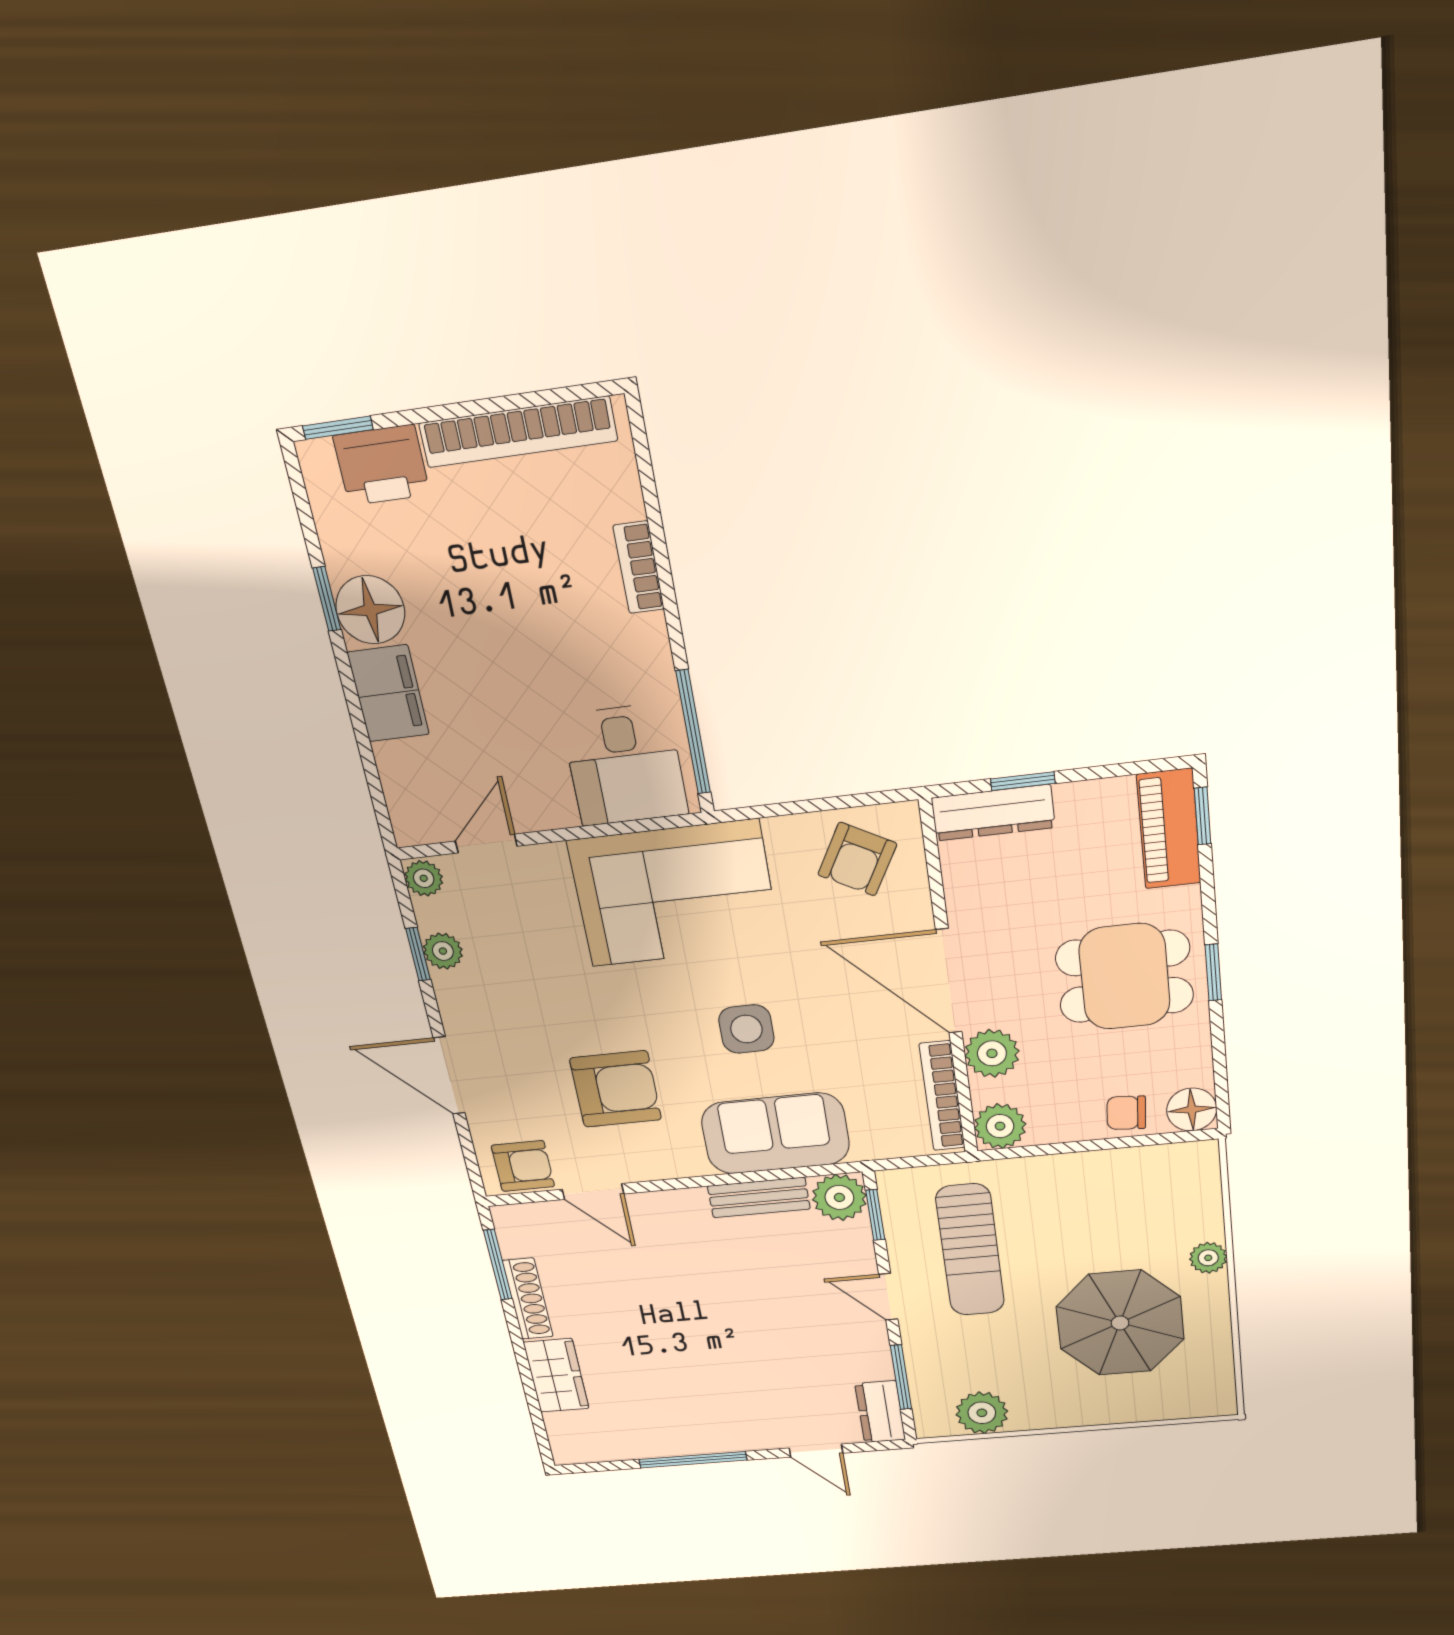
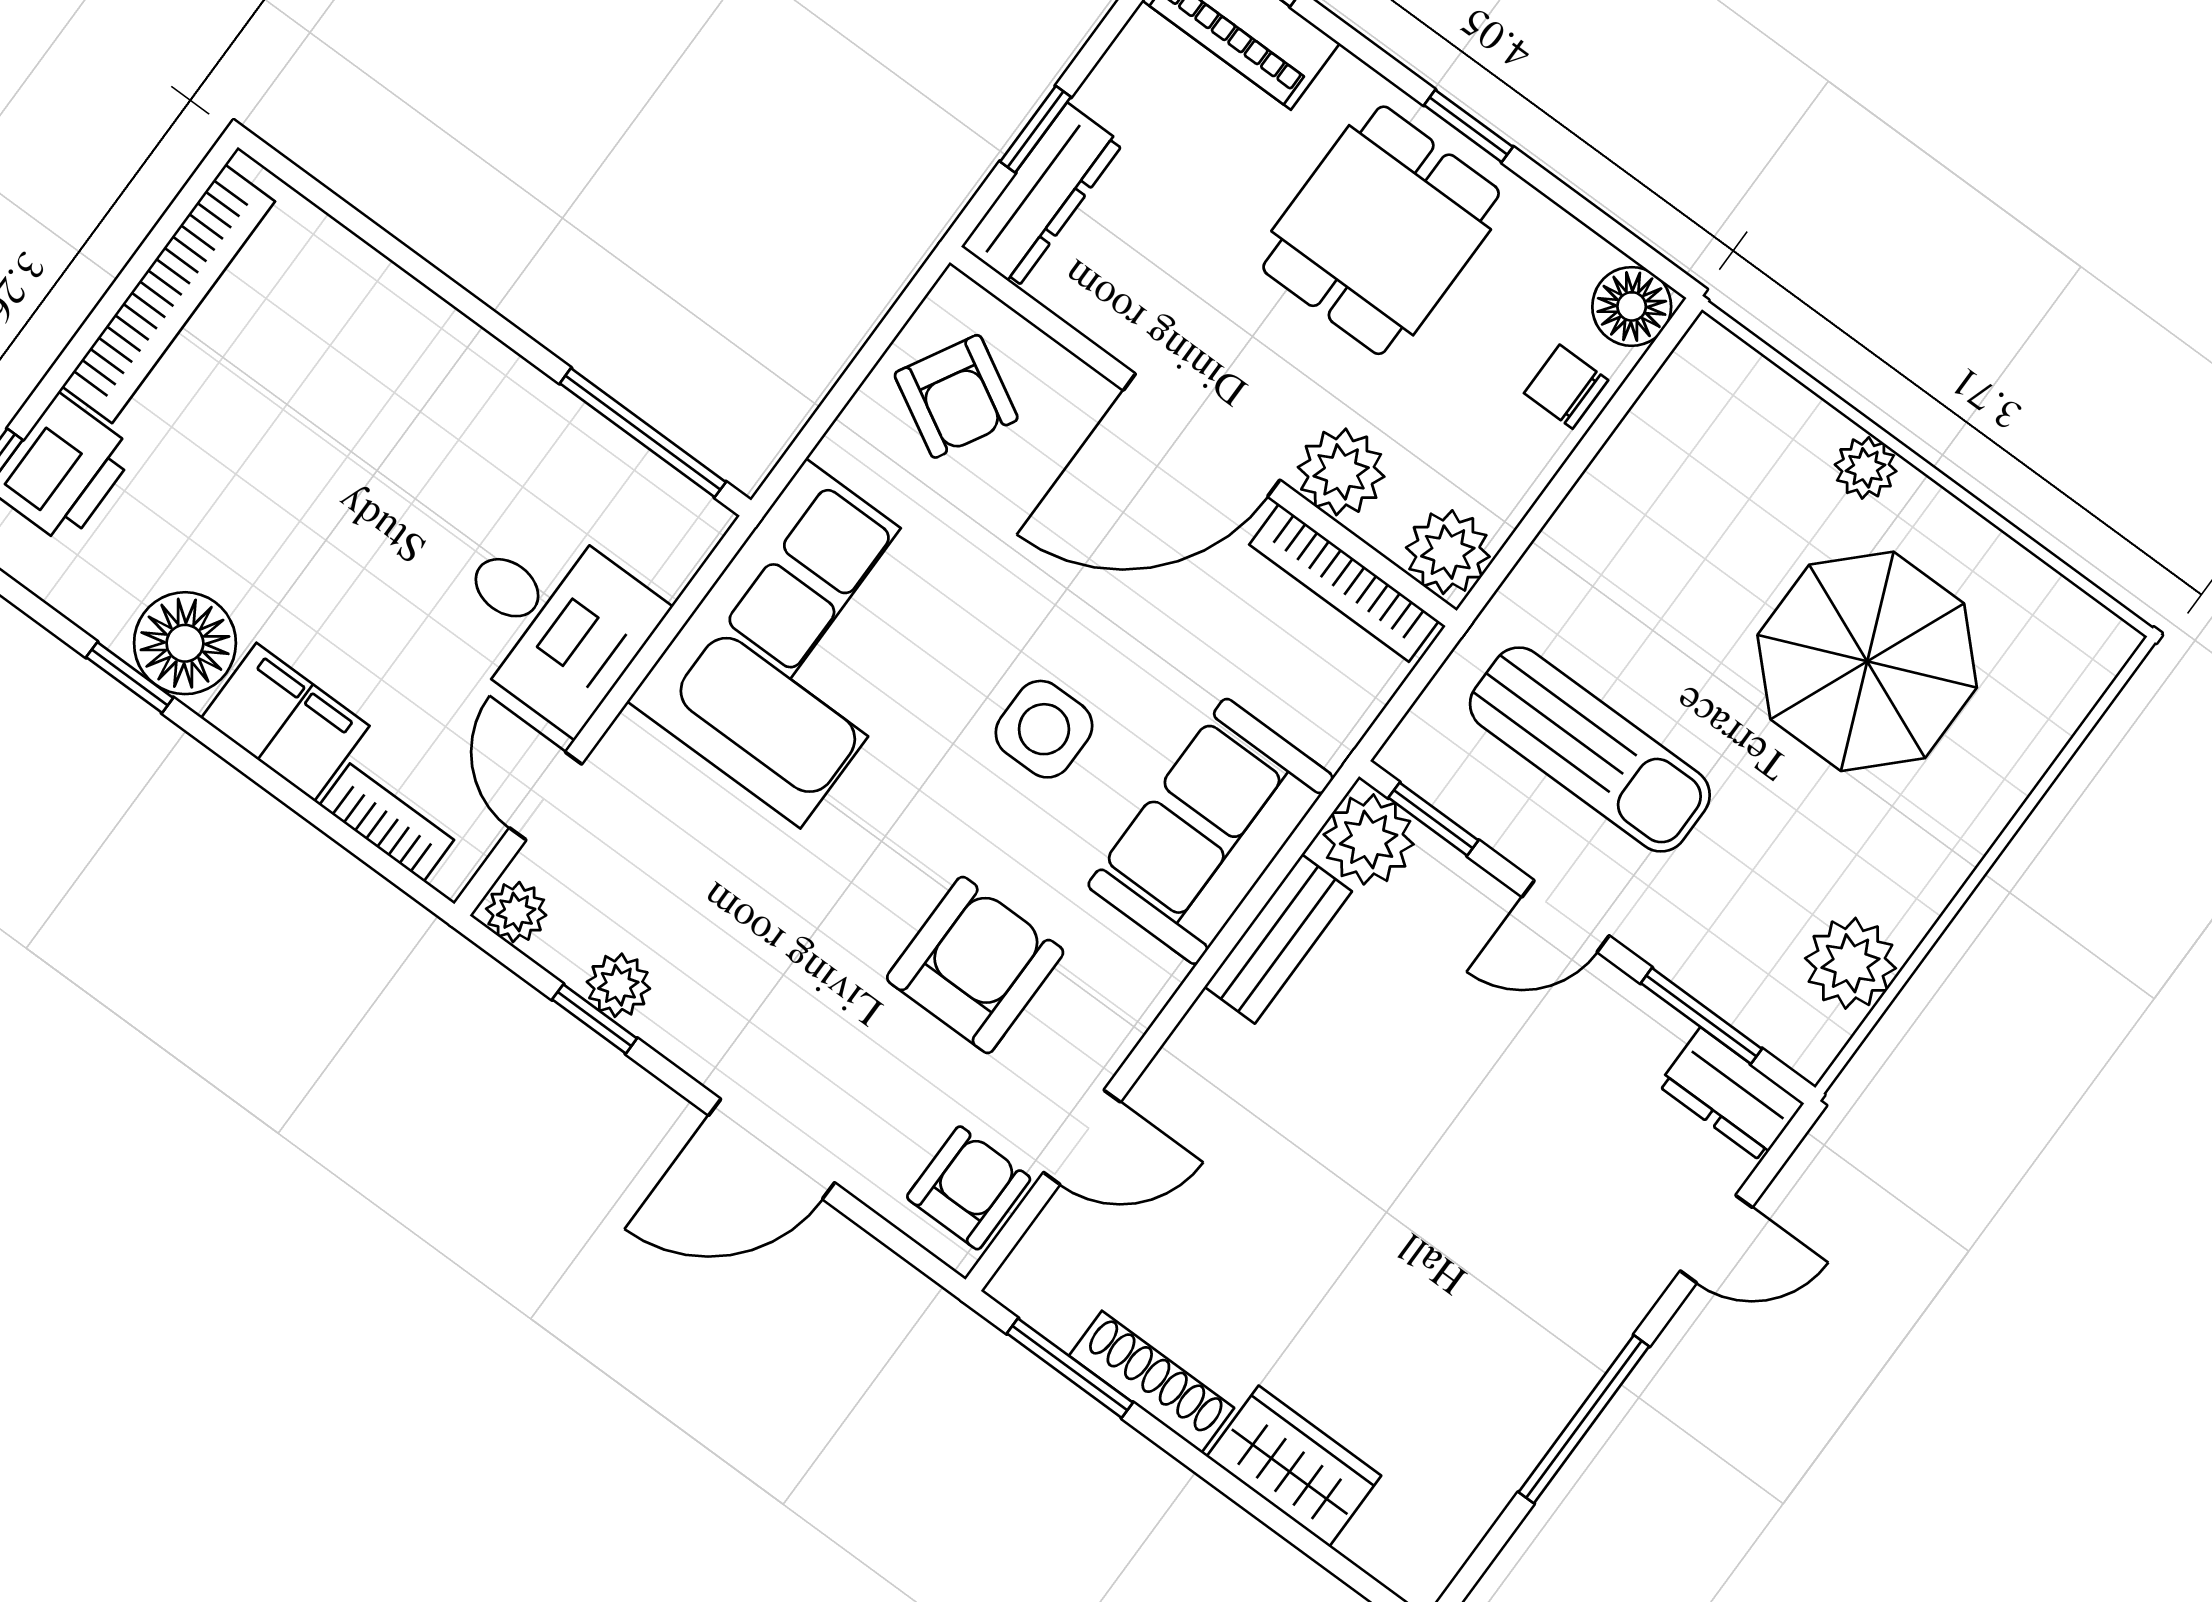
bookcase: (639, 567) -> (387, 822), moved, turned 180
desk: (625, 765) -> (552, 621), moved
chair: (1126, 1113) -> (1566, 387), turned 86

